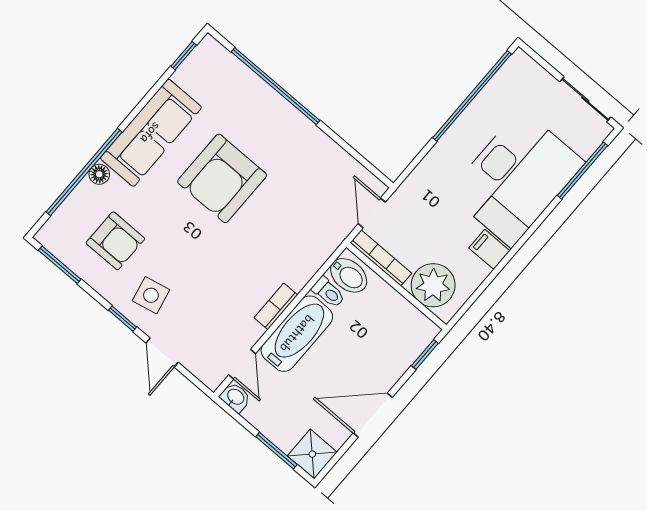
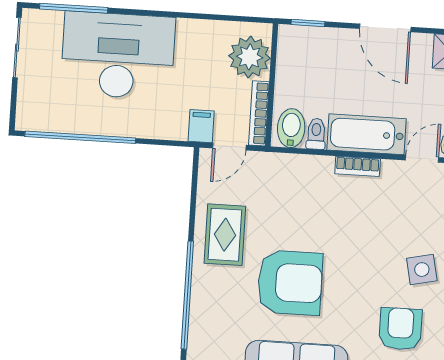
rug: (302, 155) -> (225, 235), added
filing cabinet: (489, 249) -> (201, 126), moved, turned 180

